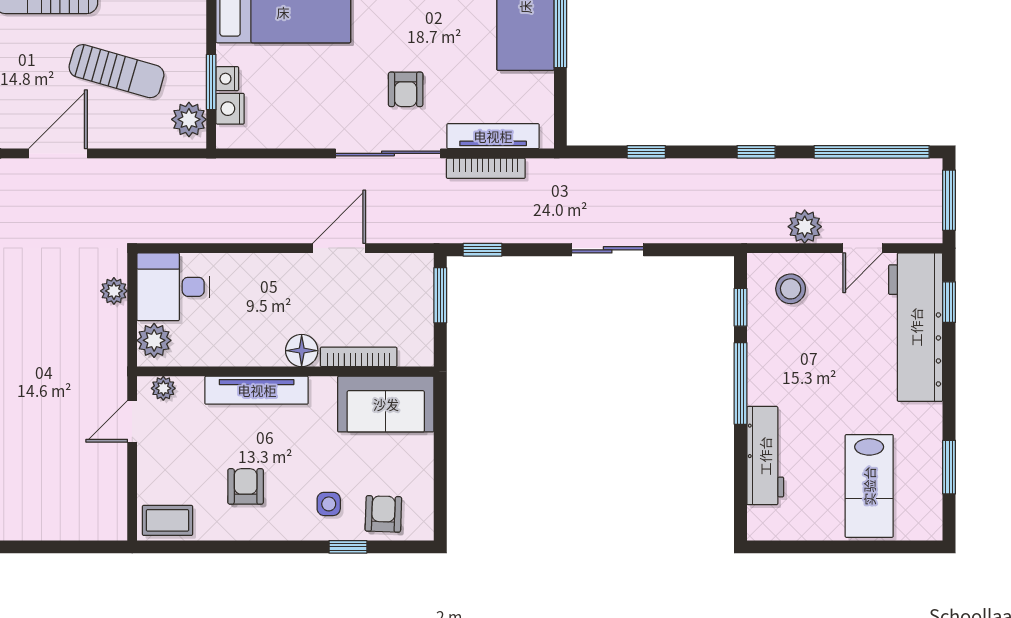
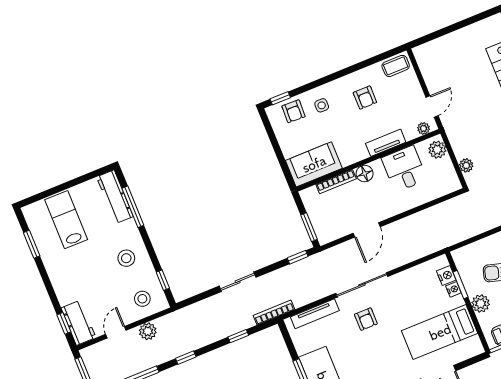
armchair: (406, 89) -> (366, 319), turned 180
plant: (189, 119) -> (481, 303), moved
bookcase: (486, 168) -> (274, 312), moved
desk: (173, 287) -> (404, 169), moved, turned -90
workbench: (916, 327) -> (79, 323), width x0.53, depth x0.76
stool: (790, 373) -> (126, 258), added
window: (740, 383) -> (133, 207), moved
tv unit: (257, 390) -> (386, 143), width x0.71
workbench: (765, 456) -> (115, 197), moved
window: (348, 547) -> (280, 98), moved

